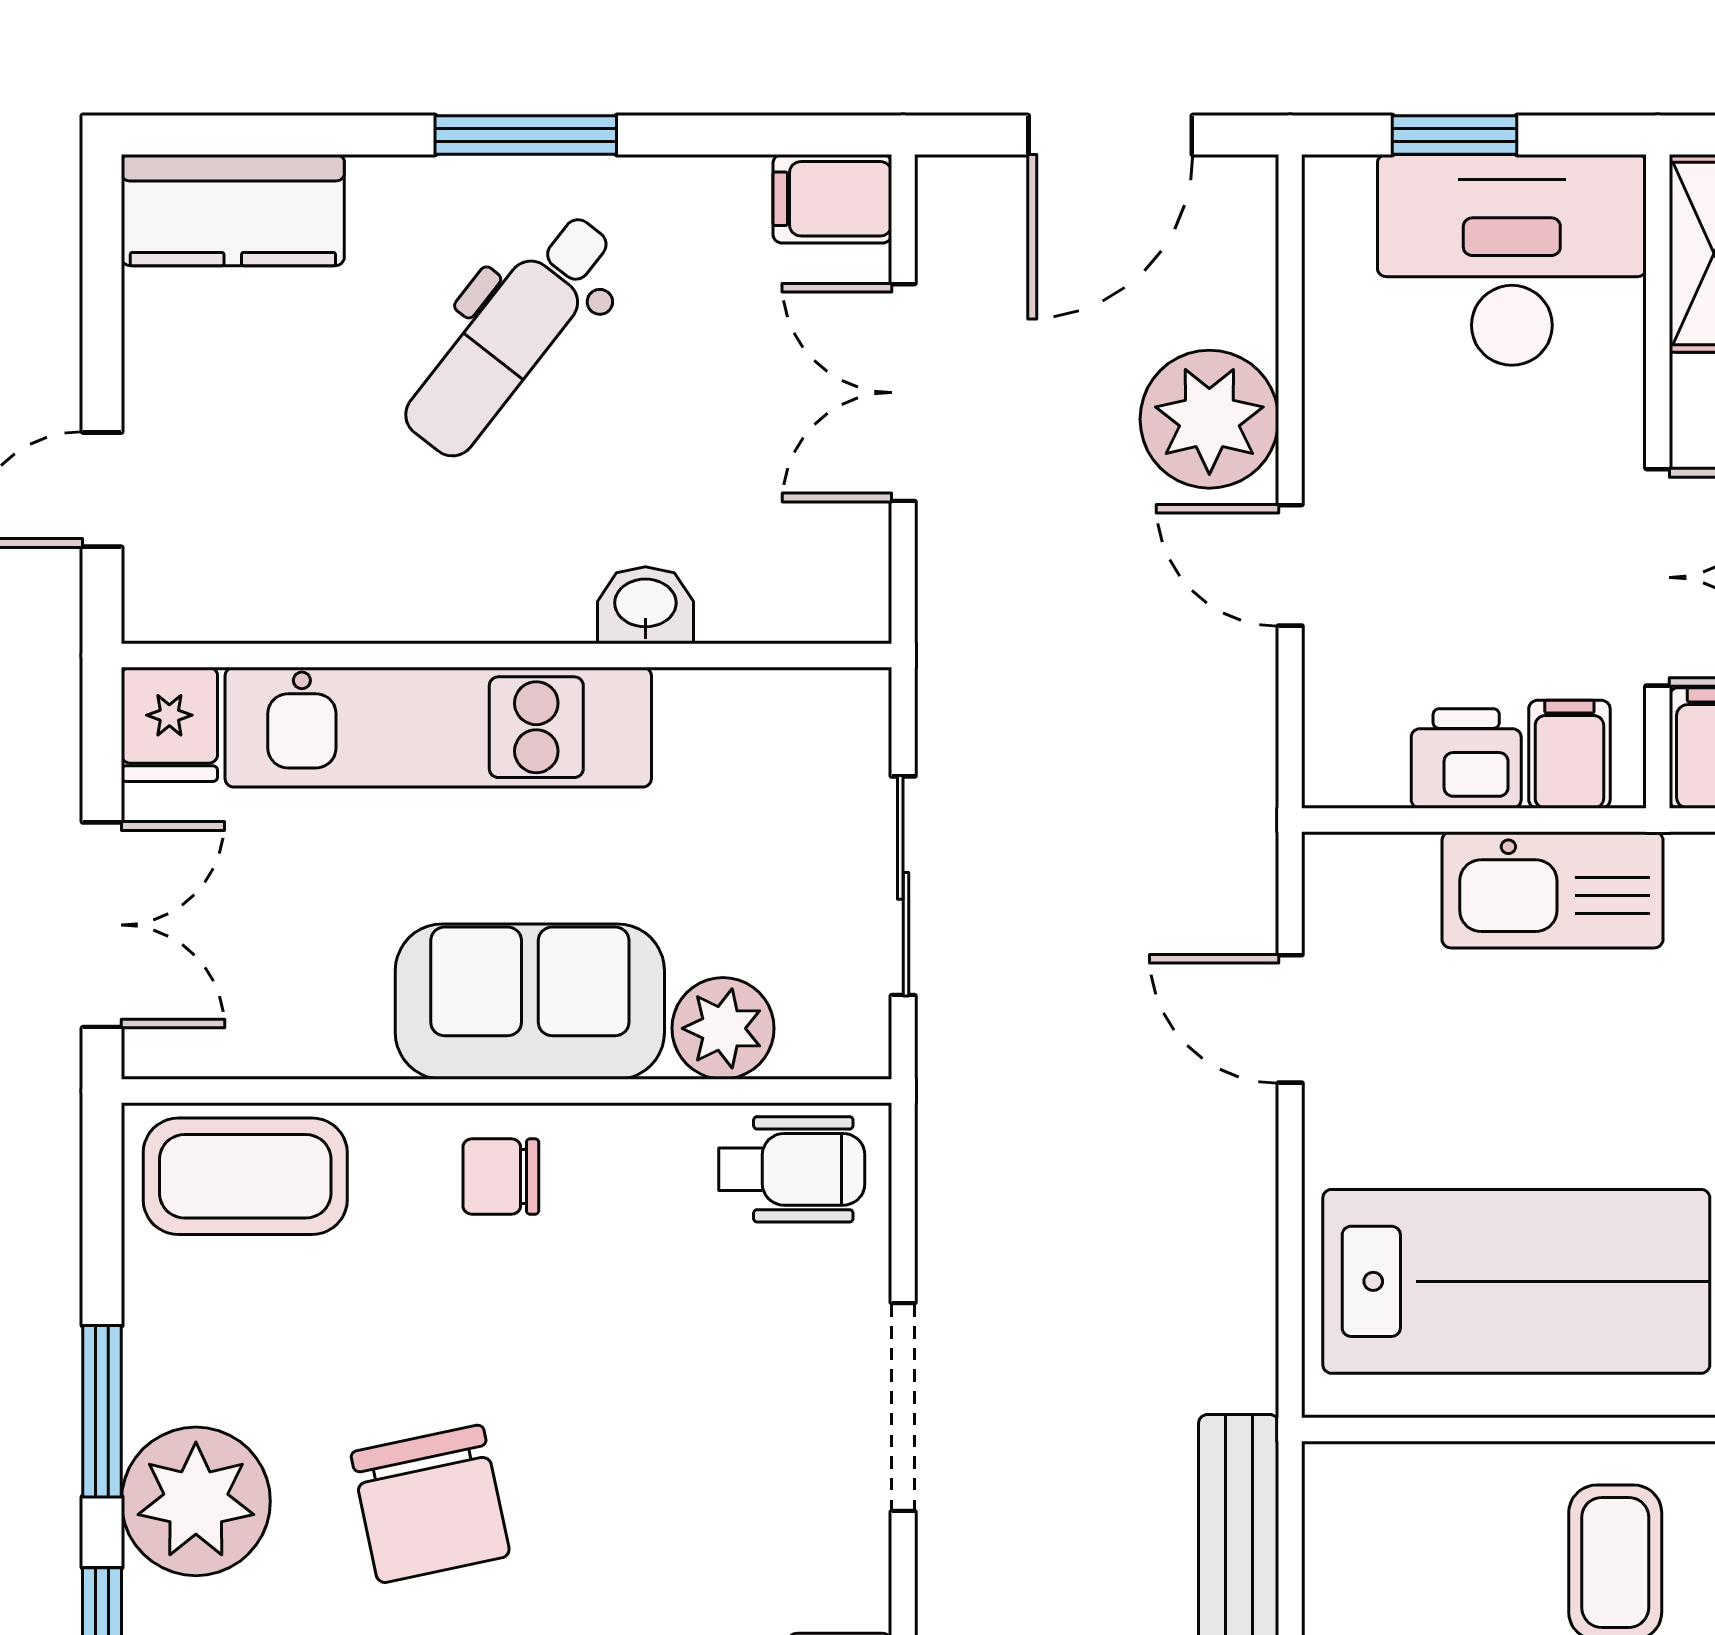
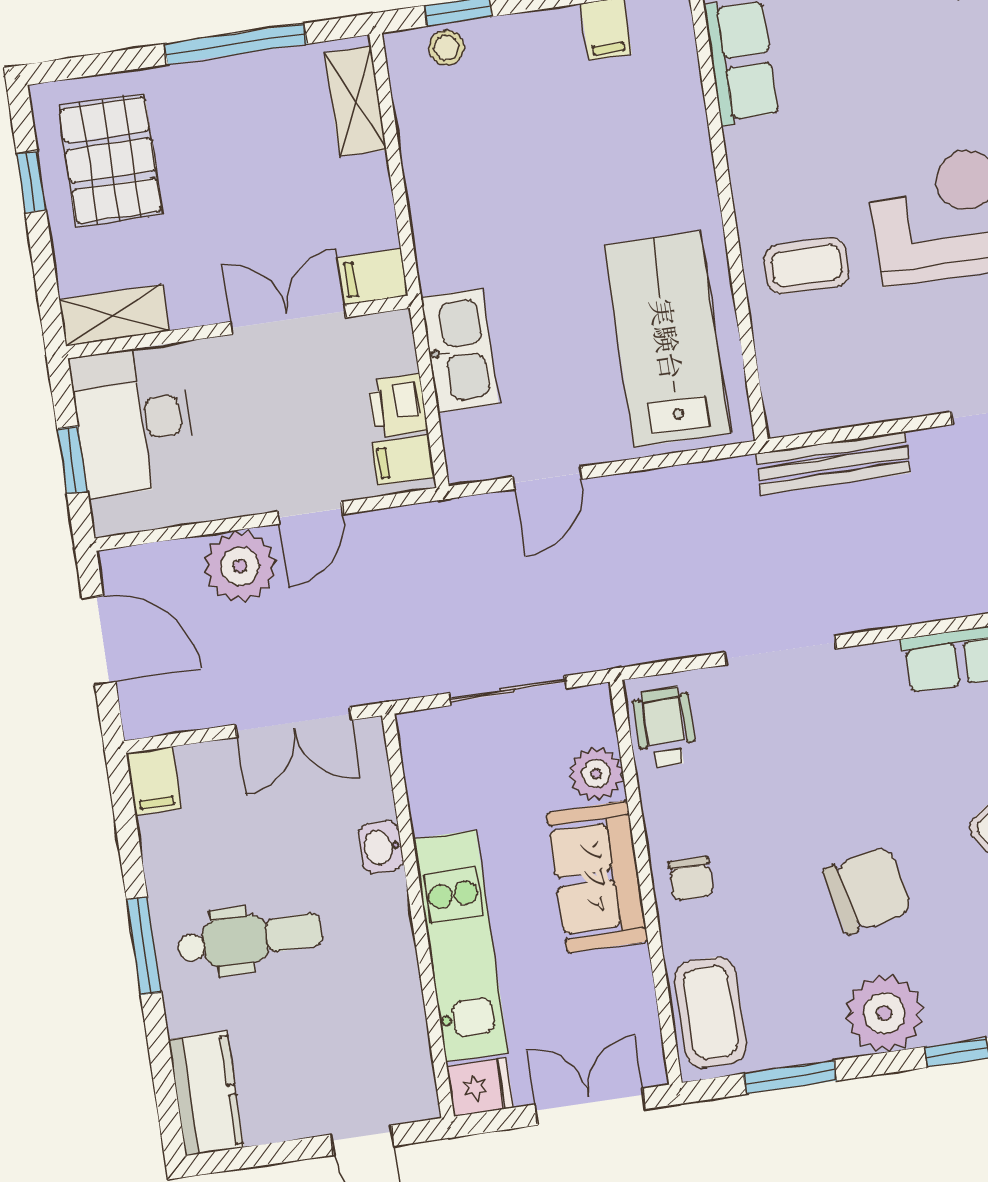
dental chair: (510, 335) -> (250, 939), turned -38
double door: (903, 393) -> (293, 722), moved
filing cabinet: (1569, 754) -> (403, 460), moved
window: (102, 1411) -> (790, 1077), moved

